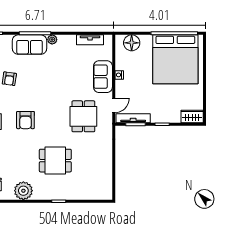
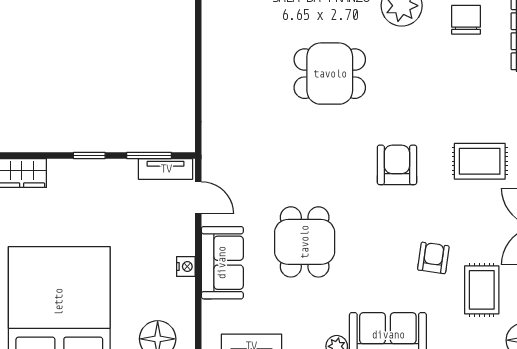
door: (114, 105) -> (198, 198), swing flipped
dining table: (83, 116) -> (305, 242), moved
tv unit: (133, 118) -> (166, 169), width x0.71

